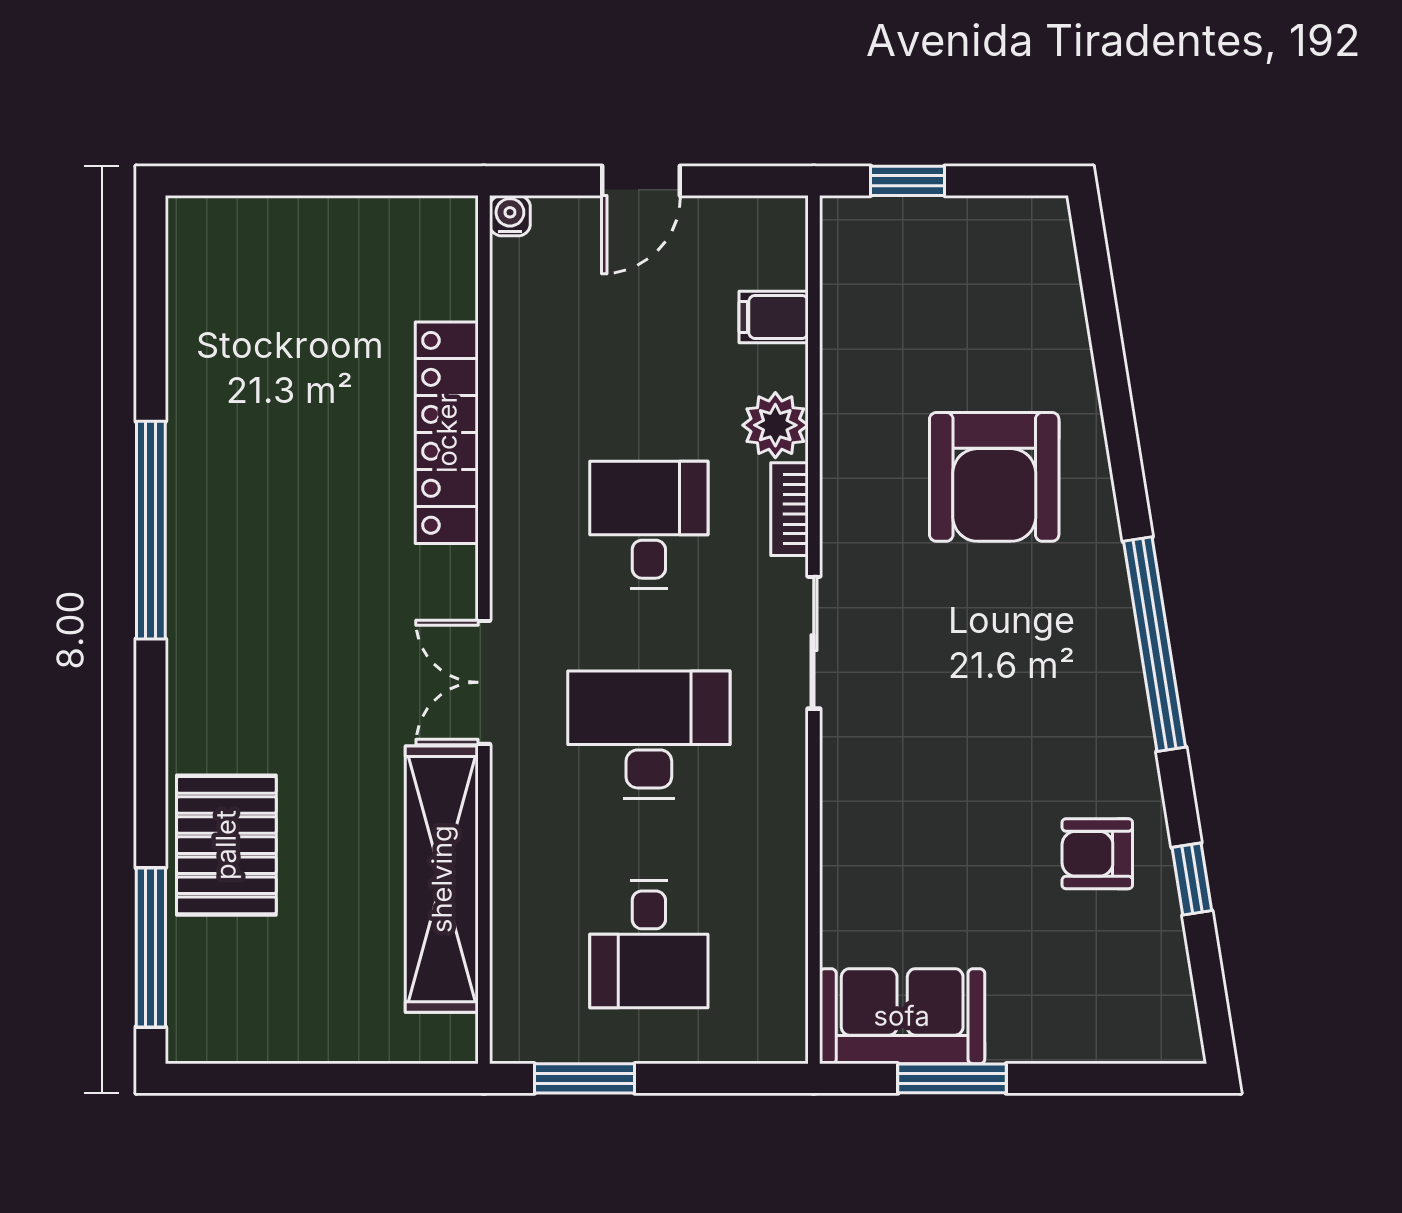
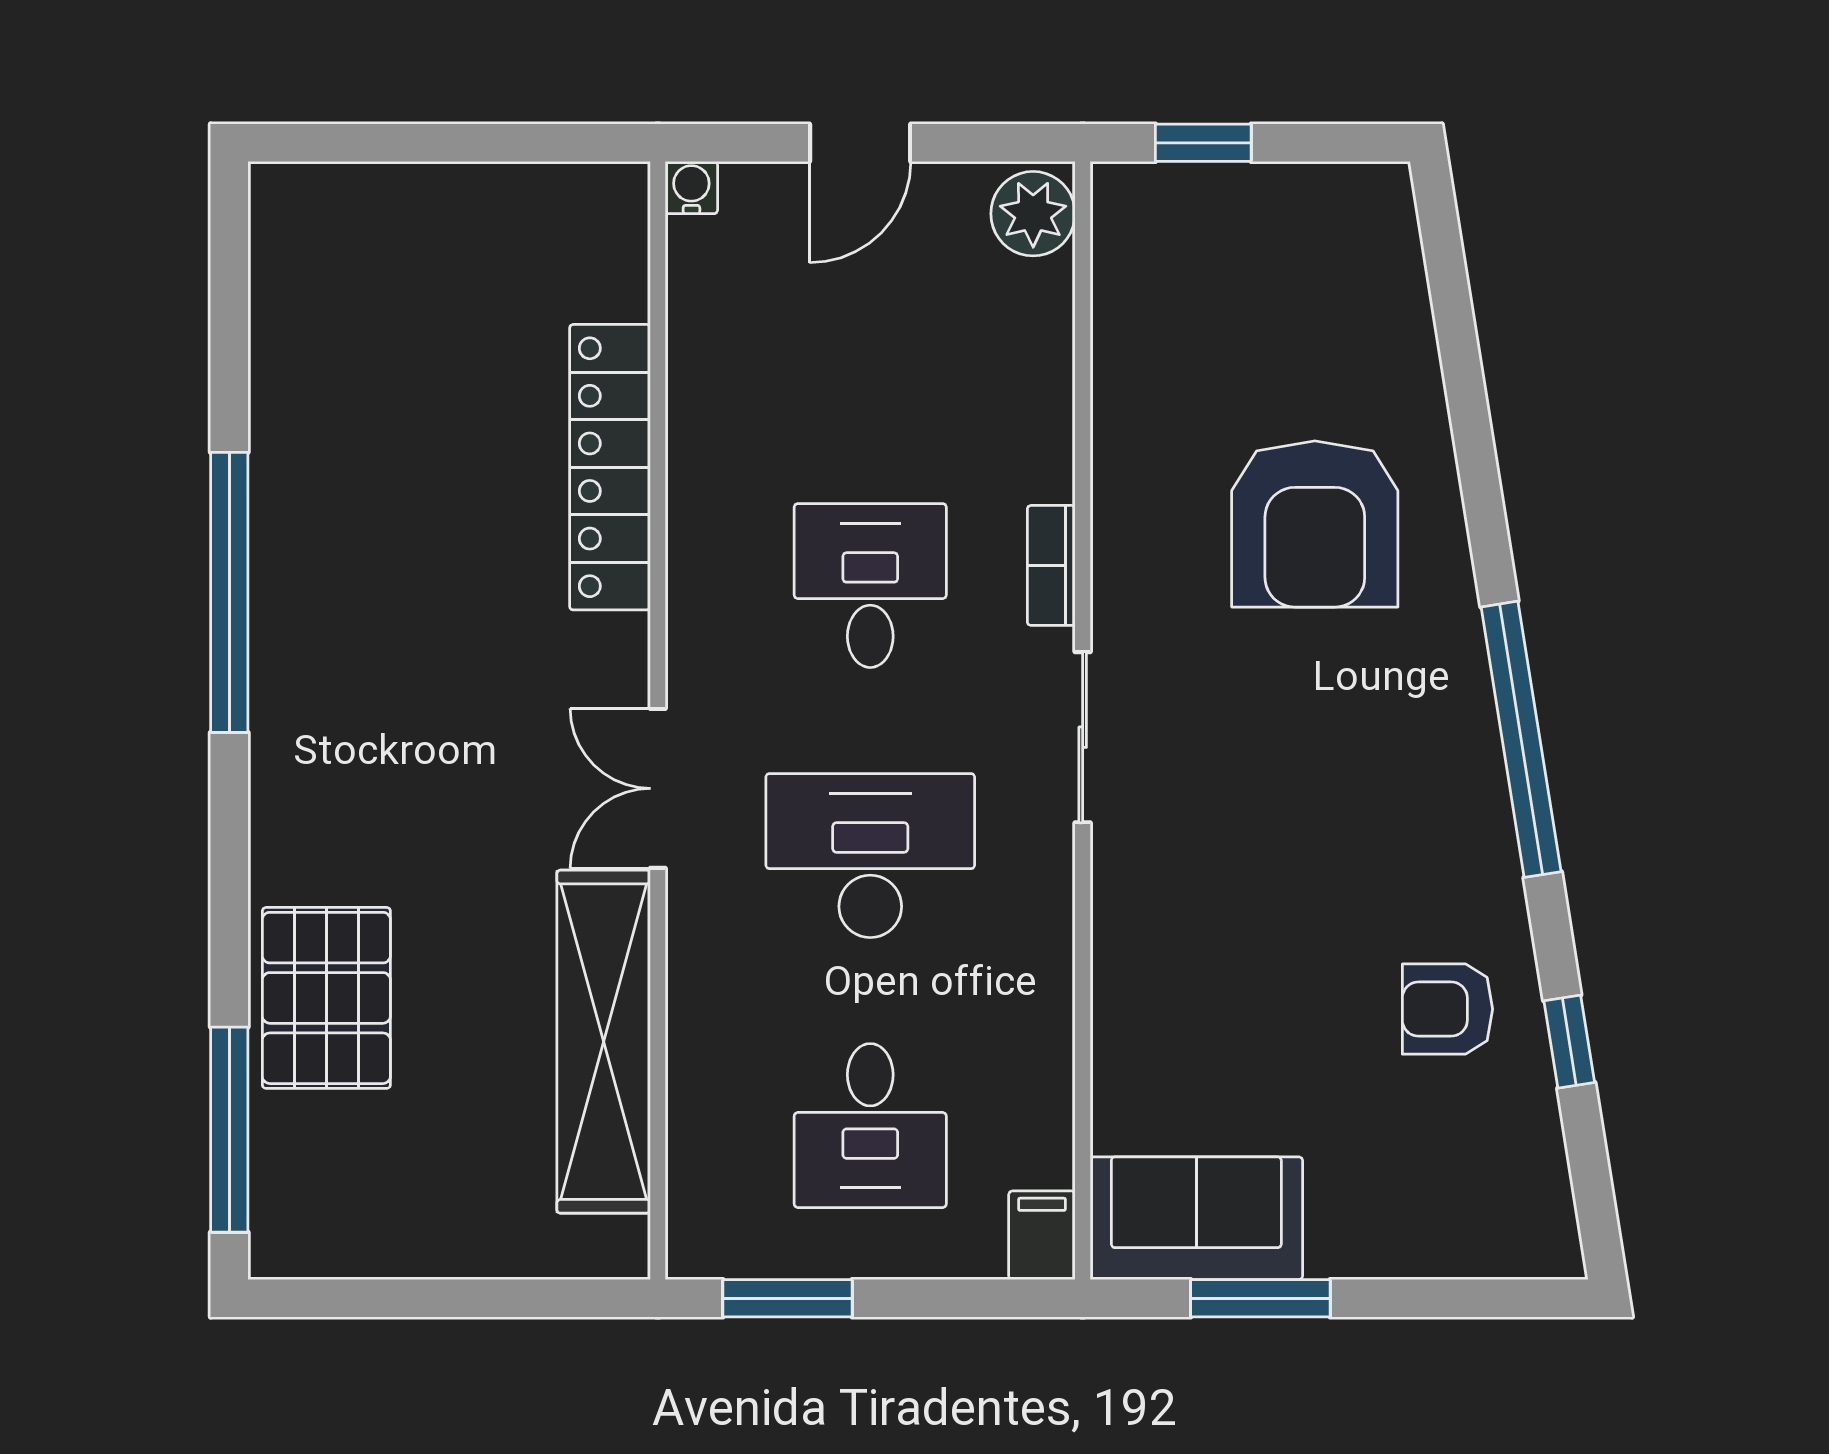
filing cabinet: (774, 317) -> (1042, 1235), moved, turned 90
plant: (775, 425) -> (1033, 214), moved

